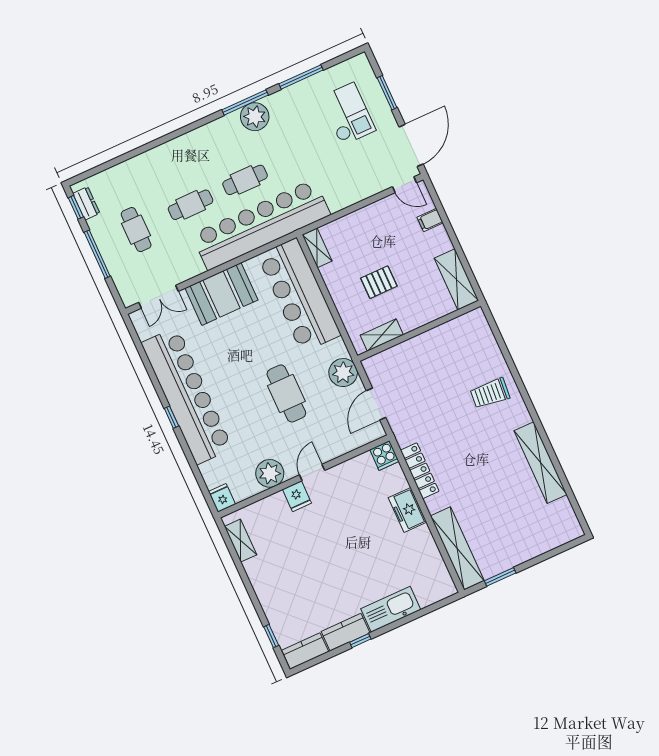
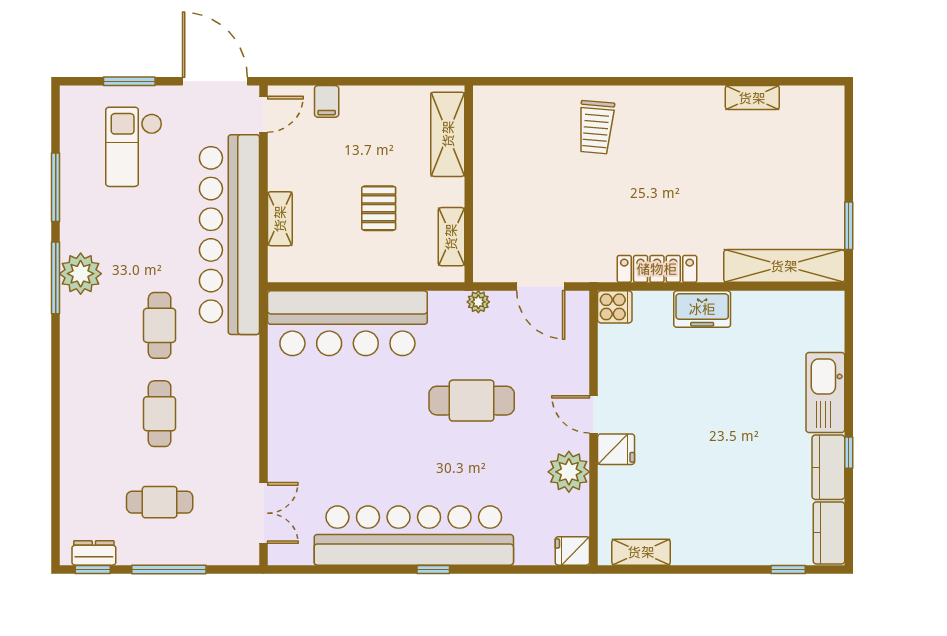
checkout: (348, 114) -> (134, 147), turned -90
bar counter: (261, 225) -> (229, 235), moved
shelving: (317, 248) -> (280, 219), moved, turned 90
shelving: (456, 279) -> (448, 134), moved, turned 90
booth: (221, 294) -> (298, 427), removed
plant: (343, 373) -> (478, 302), width x0.53, depth x0.53
shelving: (541, 463) -> (752, 98), width x0.45, depth x0.75

